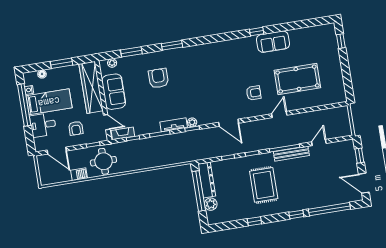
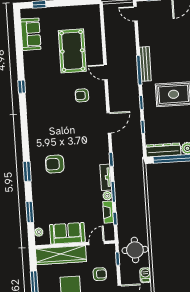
sofa: (273, 42) -> (31, 34), moved
armchair: (158, 78) -> (55, 164), moved
armchair: (254, 93) -> (82, 95), turned -90
plant: (192, 122) -> (107, 196), moved
fireplace: (123, 133) -> (108, 212), moved
door: (319, 143) -> (136, 14), moved

